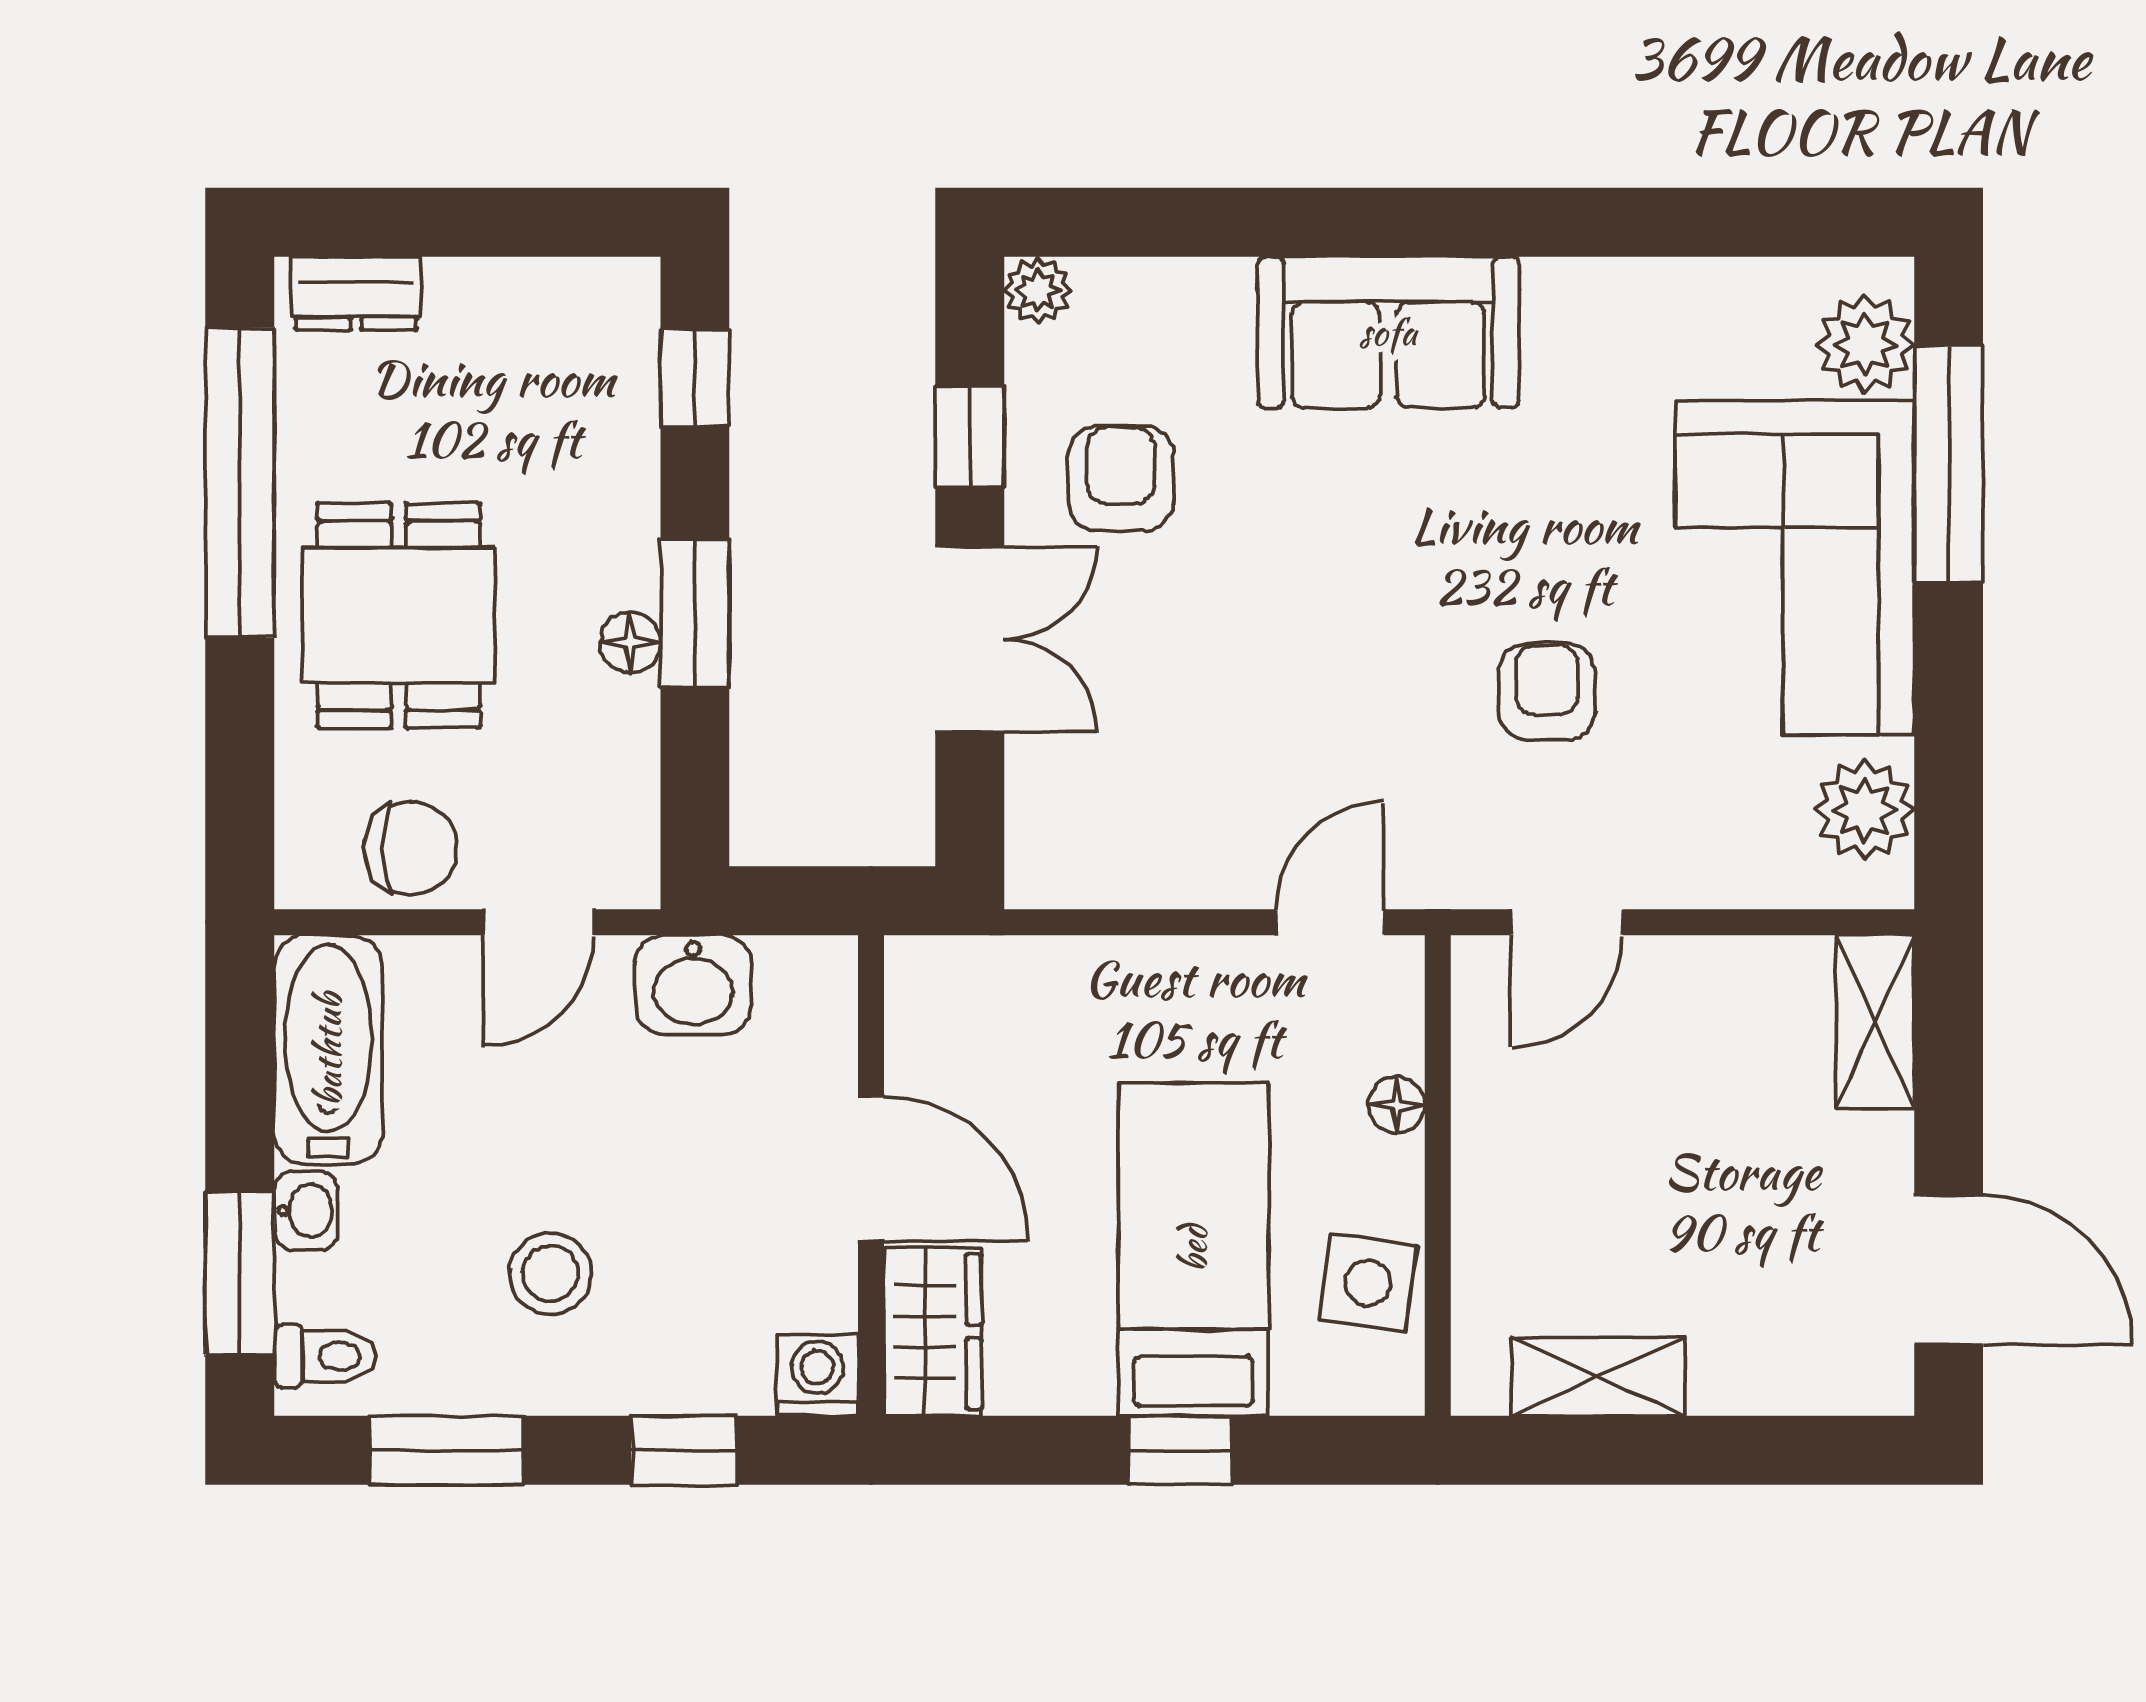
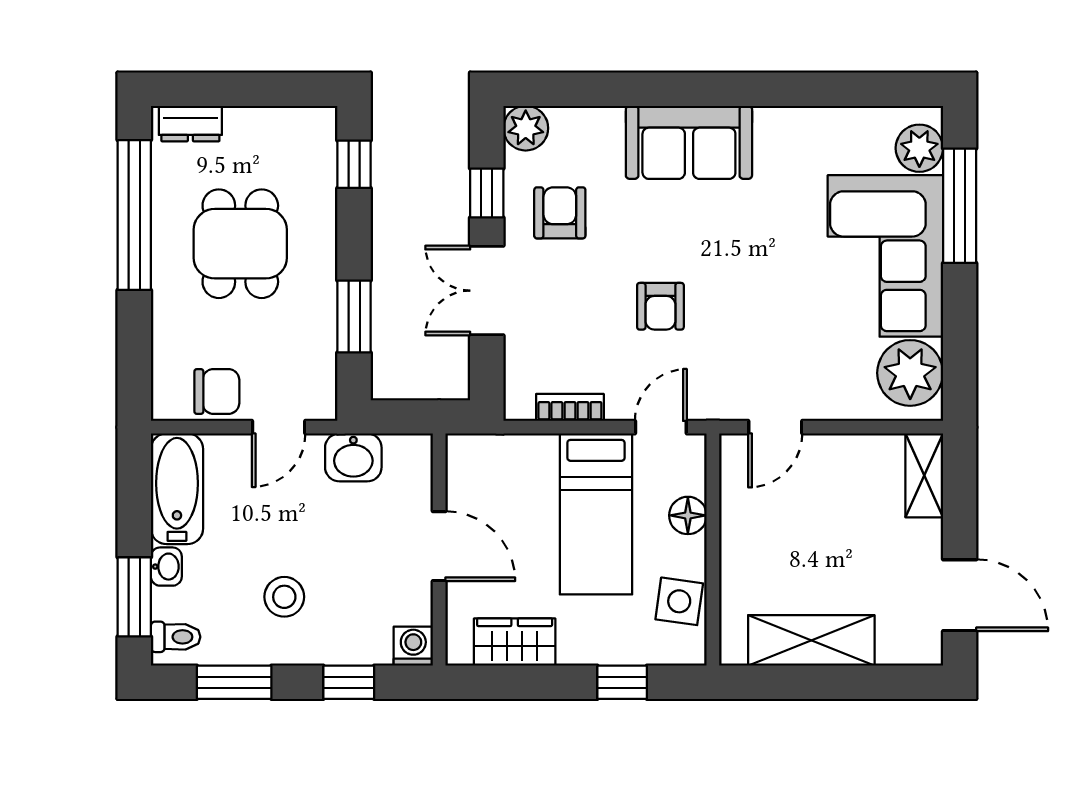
plant: (1038, 290) -> (526, 128), width x1.38, depth x1.38
window: (695, 613) -> (354, 317), moved
dining table: (399, 615) -> (240, 244), moved
double door: (970, 639) -> (487, 291), swing flipped
floor lamp: (630, 642) -> (323, 292), removed
armchair: (1547, 692) -> (660, 306), moved, turned 180
plant: (1864, 810) -> (910, 373), width x1.36, depth x1.36
bookcase: (1142, 881) -> (570, 407), added
floor lamp: (1397, 1105) -> (688, 515), width x1.37, depth x1.37
bed: (1193, 1249) -> (596, 514), moved, turned 180
wardrobe: (933, 1332) -> (515, 642), moved, turned -90
shelving: (1598, 1377) -> (811, 640), width x1.50, depth x1.33
window: (1180, 1450) -> (622, 682), moved

